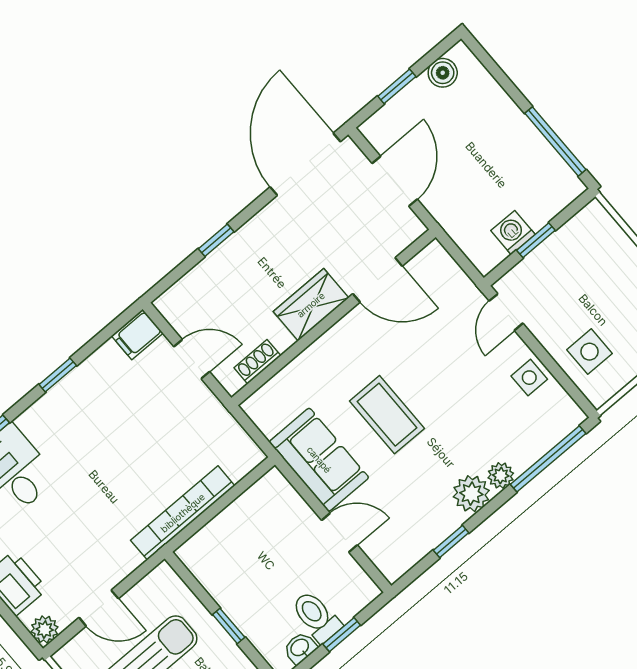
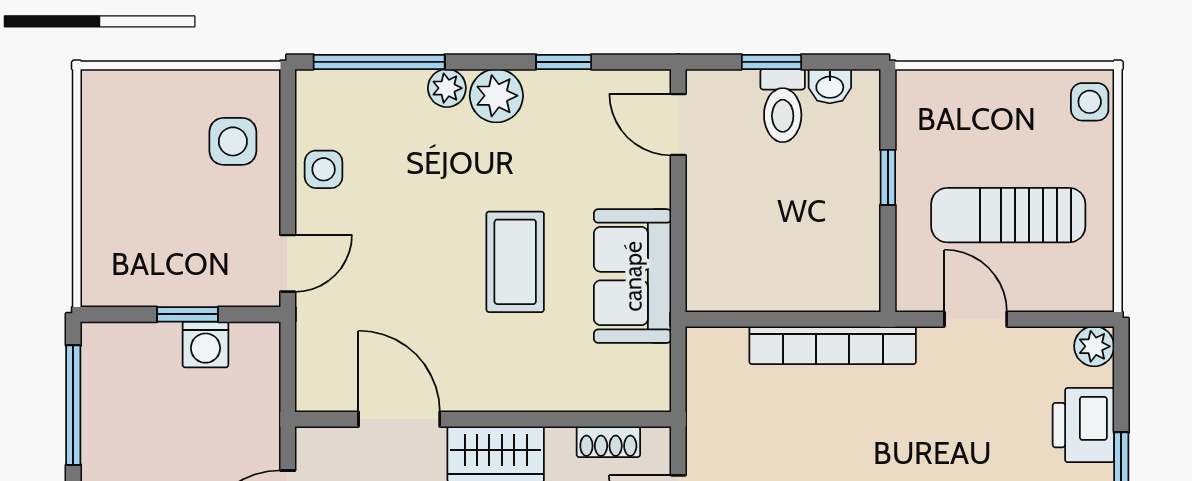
door: (339, 533) -> (678, 125), moved
door: (99, 608) -> (976, 319), moved

